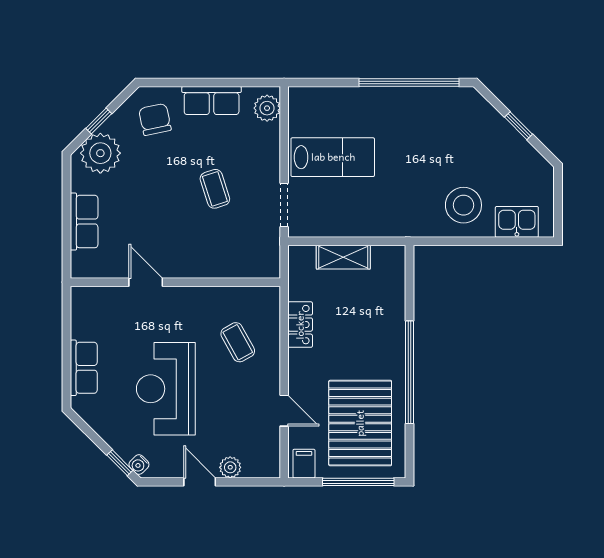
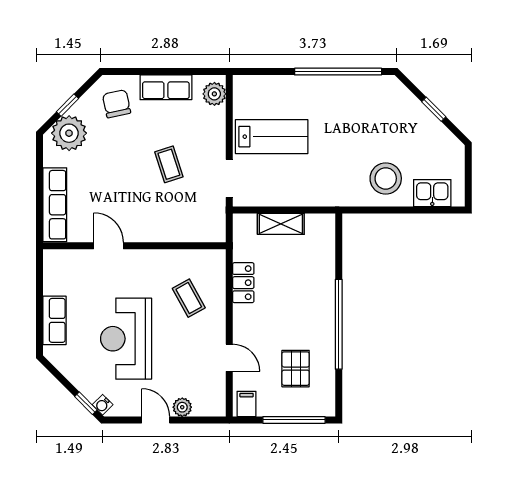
row of seats: (84, 222) -> (55, 205), width x1.48
pallet: (360, 423) -> (296, 369), width x0.49, depth x0.50

